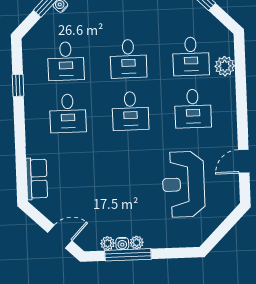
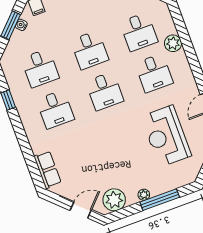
plant: (225, 66) -> (173, 43), moved
plant: (108, 243) -> (114, 200), width x1.87, depth x1.87
water cooler: (122, 244) -> (133, 199), removed
window: (128, 255) -> (160, 200), moved

